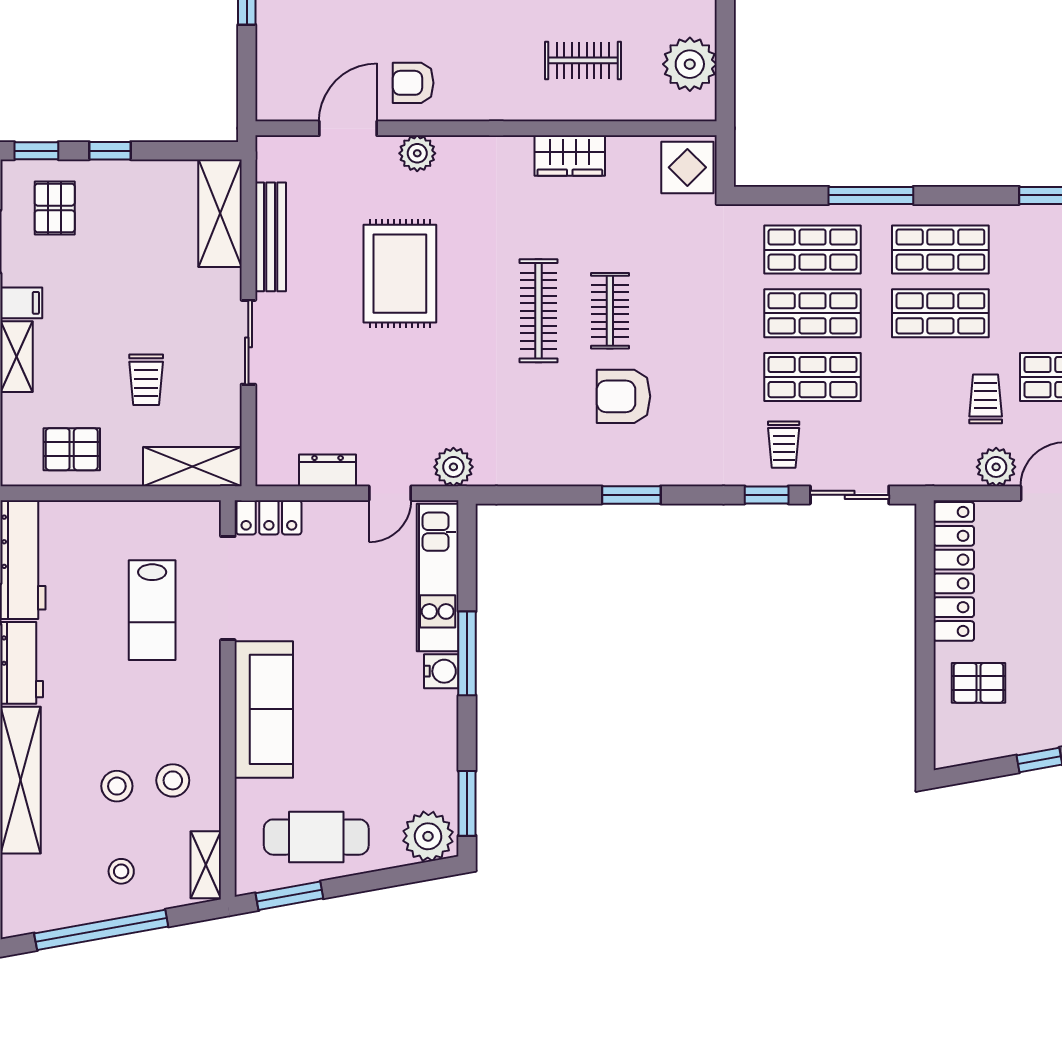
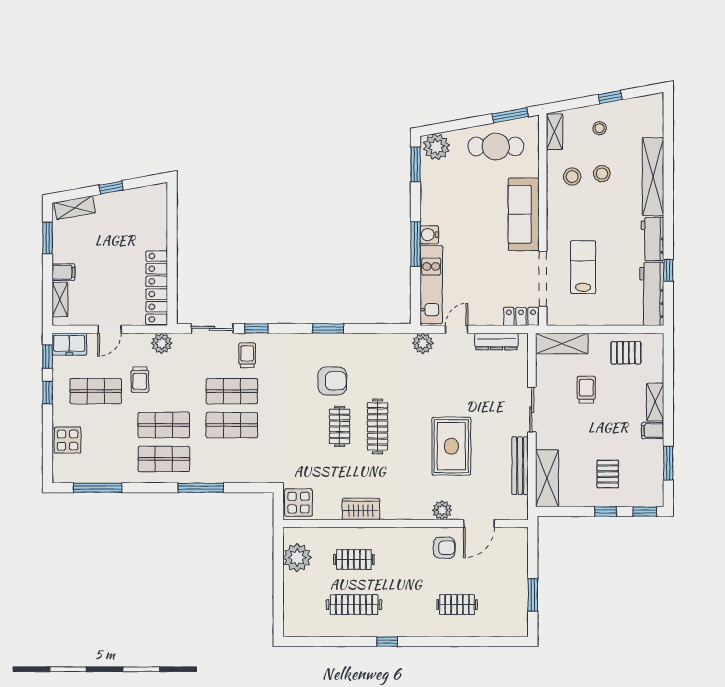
pallet: (55, 208) -> (608, 474), moved
shop shelf: (813, 250) -> (232, 459), removed
plant: (996, 467) -> (162, 343), moved
dresser: (328, 470) -> (496, 341), width x1.44
pallet: (979, 683) -> (144, 228), removed
window: (101, 930) -> (610, 97), width x0.32

